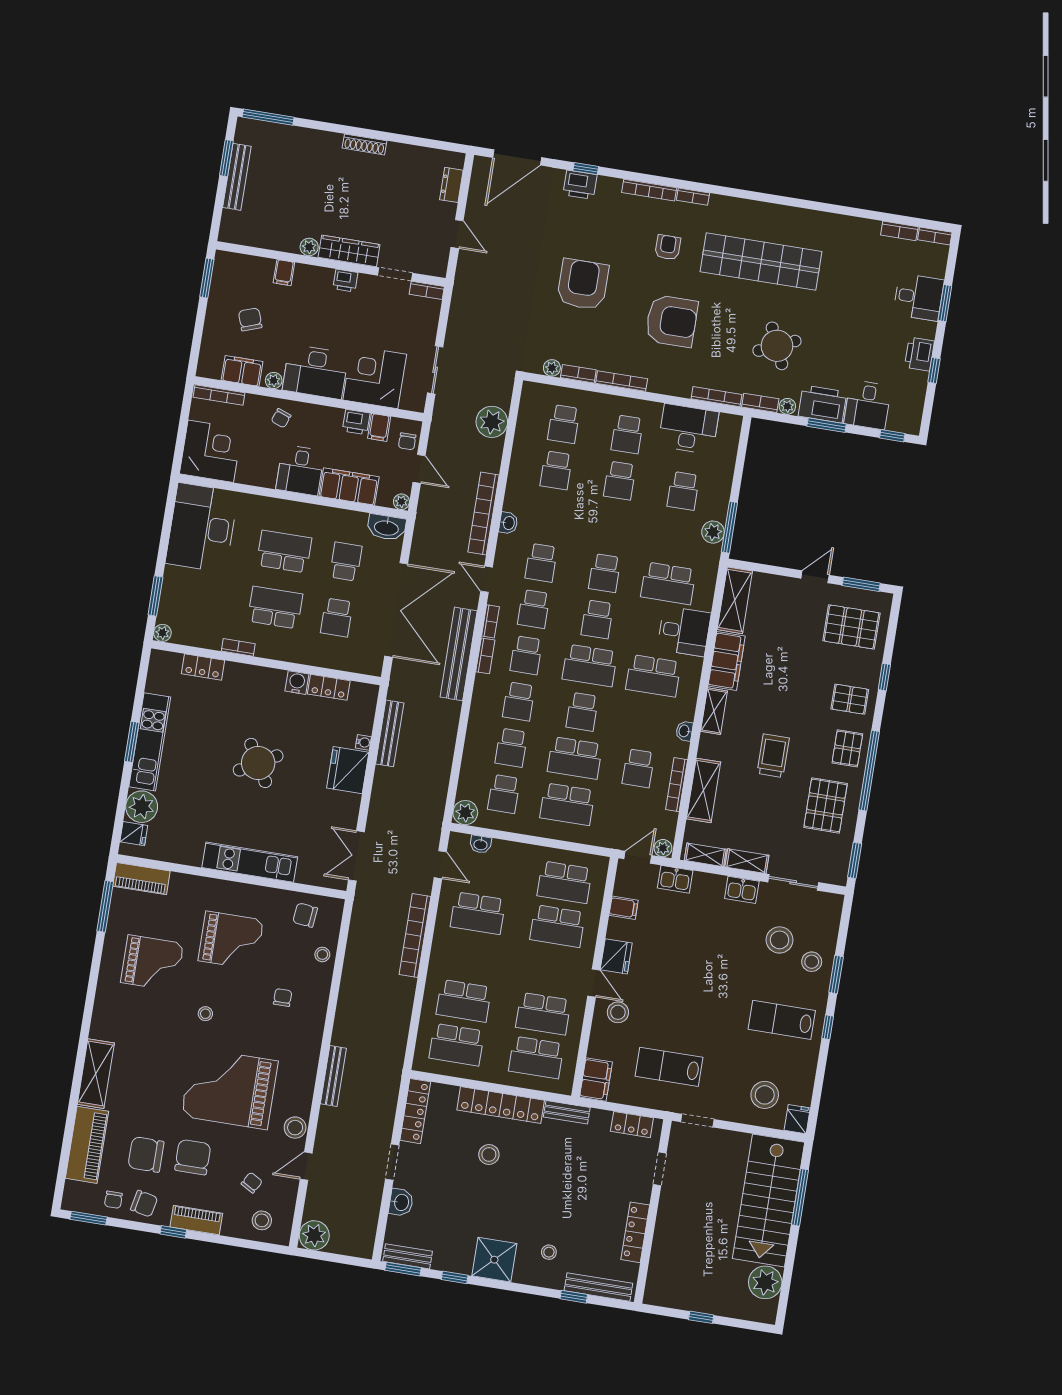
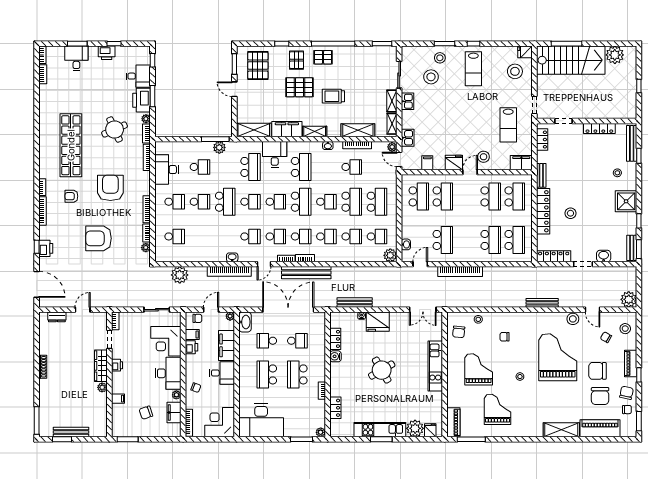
school desk: (556, 470) -> (225, 202), moved, width x1.85
pallet: (826, 805) -> (299, 87), moved
grand piano: (230, 1089) -> (558, 357), turned 180

